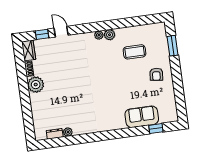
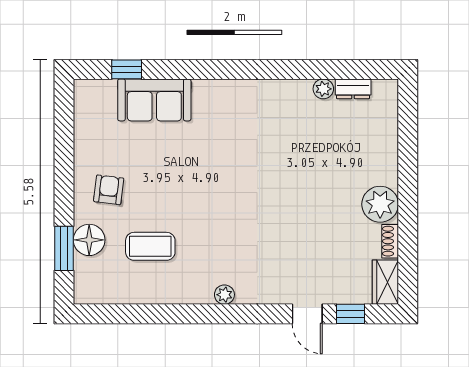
plant: (110, 35) -> (201, 292), removed
floor lamp: (162, 51) -> (89, 240), added

